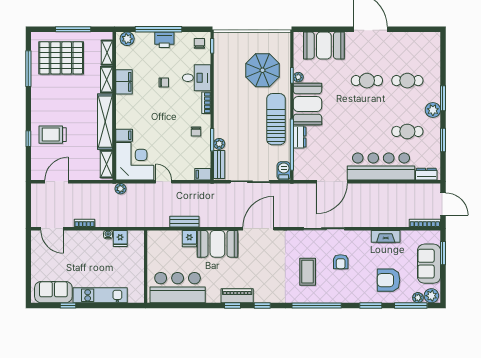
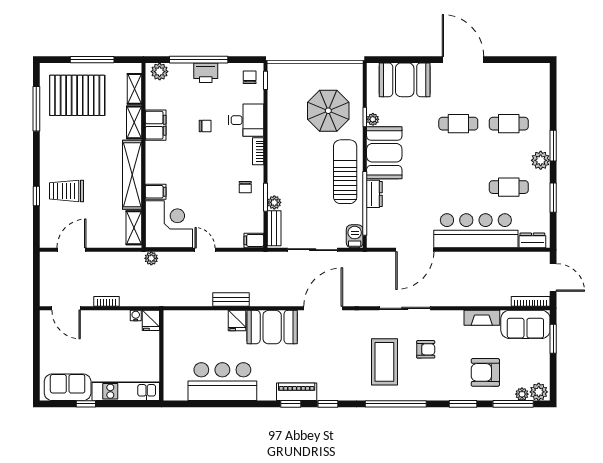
armchair: (341, 262) -> (426, 349), turned -90
sofa: (429, 264) -> (525, 324), moved, turned -90
wall: (146, 267) -> (161, 355), moved
coffee table: (308, 272) -> (384, 362), width x1.36, depth x1.32

